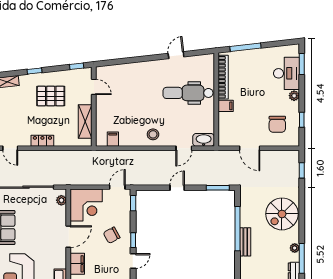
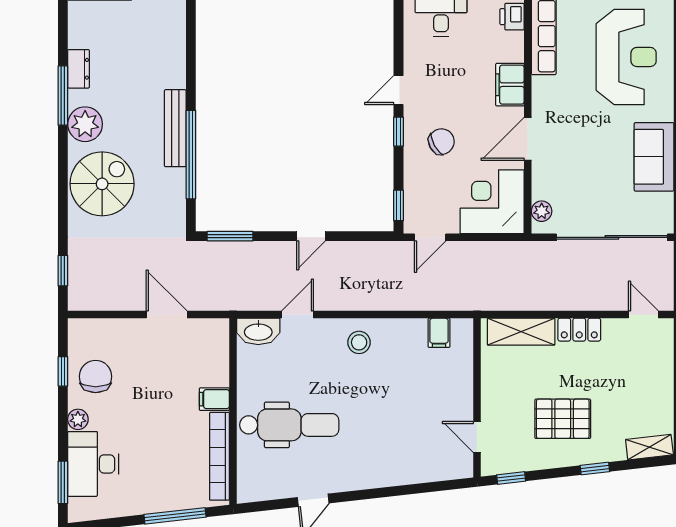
shelving: (85, 121) -> (521, 332), moved, turned 90
chair: (277, 124) -> (96, 377), moved
bench: (245, 242) -> (175, 128), width x1.36
plant: (295, 248) -> (85, 124), width x1.87, depth x1.87

